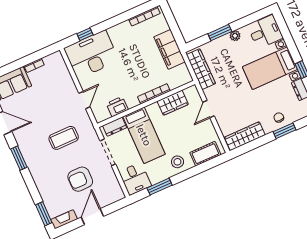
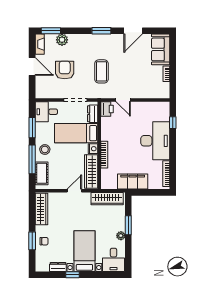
desk: (91, 54) -> (155, 141), moved
wardrobe: (173, 103) -> (91, 172), width x1.50
printer: (117, 107) -> (107, 109), moved
nightstand: (153, 109) -> (93, 149), added
door: (208, 109) -> (74, 191), hinge flipped
window: (195, 171) -> (32, 159), added
plant: (48, 197) -> (62, 40), added

